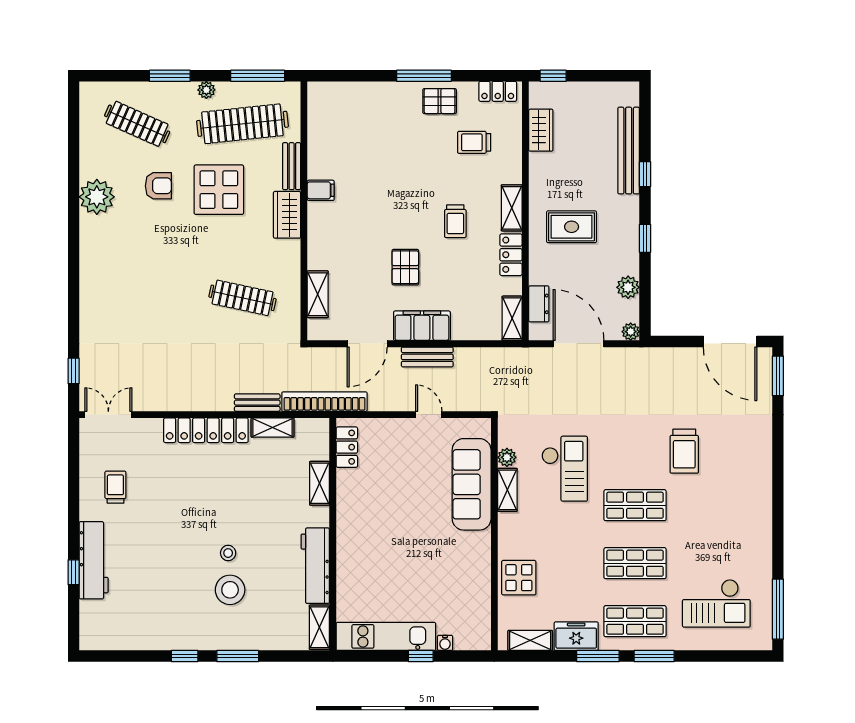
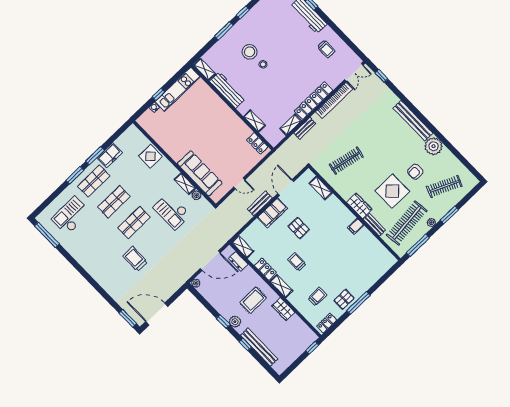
wardrobe: (541, 130) -> (283, 309), moved
bench: (91, 262) -> (413, 121), added
plant: (628, 287) -> (235, 322), moved
bookcase: (324, 402) -> (334, 101), moved
shelving: (530, 640) -> (125, 138), removed

